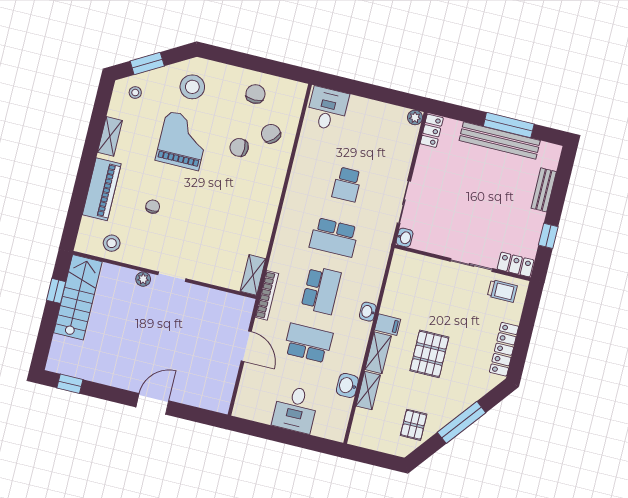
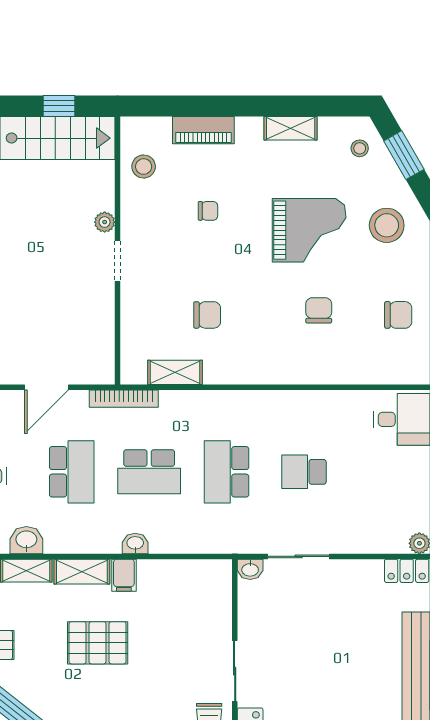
chair: (271, 134) -> (207, 315), moved, turned 45
piano: (102, 189) -> (203, 130), width x0.73, depth x0.75
shelving: (253, 275) -> (175, 372), moved

